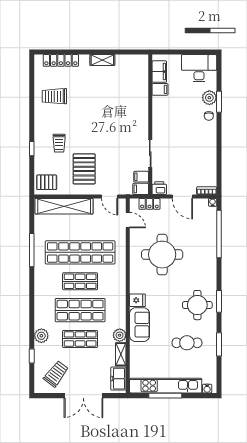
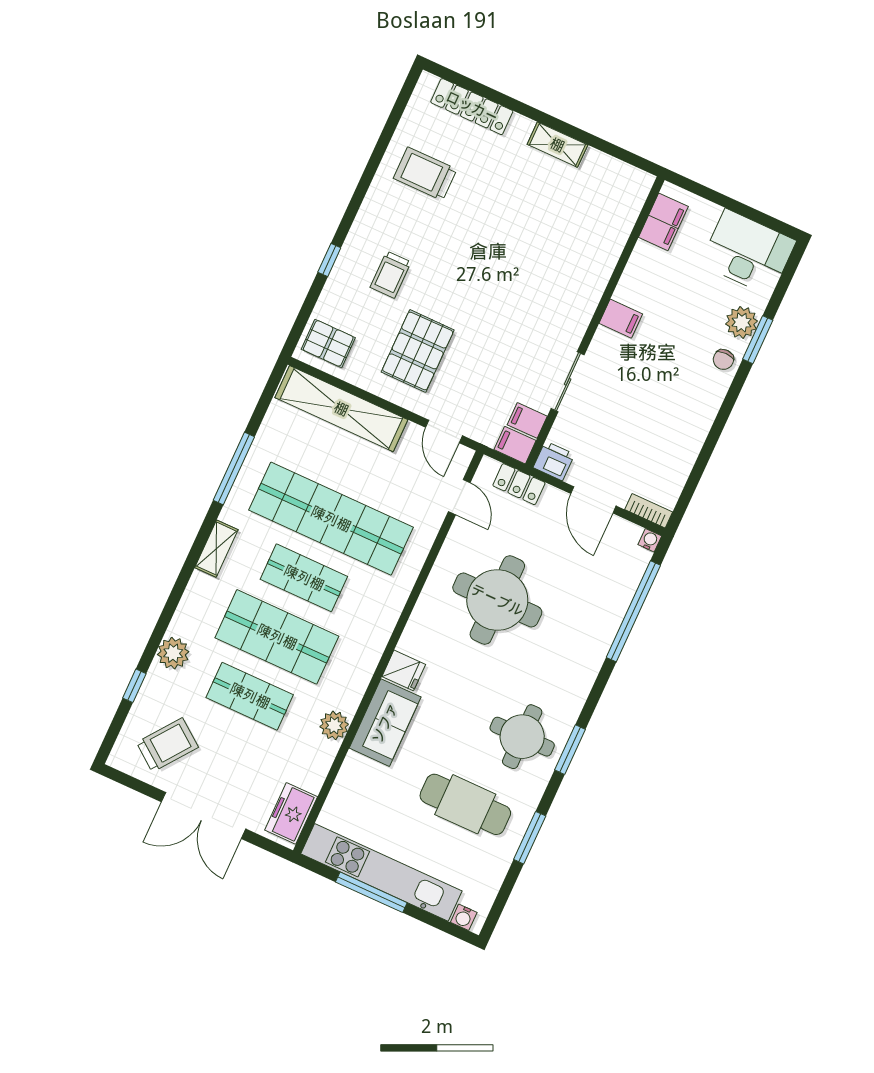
filing cabinet: (160, 89) -> (621, 319), moved
cafe table: (187, 343) -> (465, 804), width x1.37, depth x1.35
shelving: (121, 354) -> (216, 549), moved

